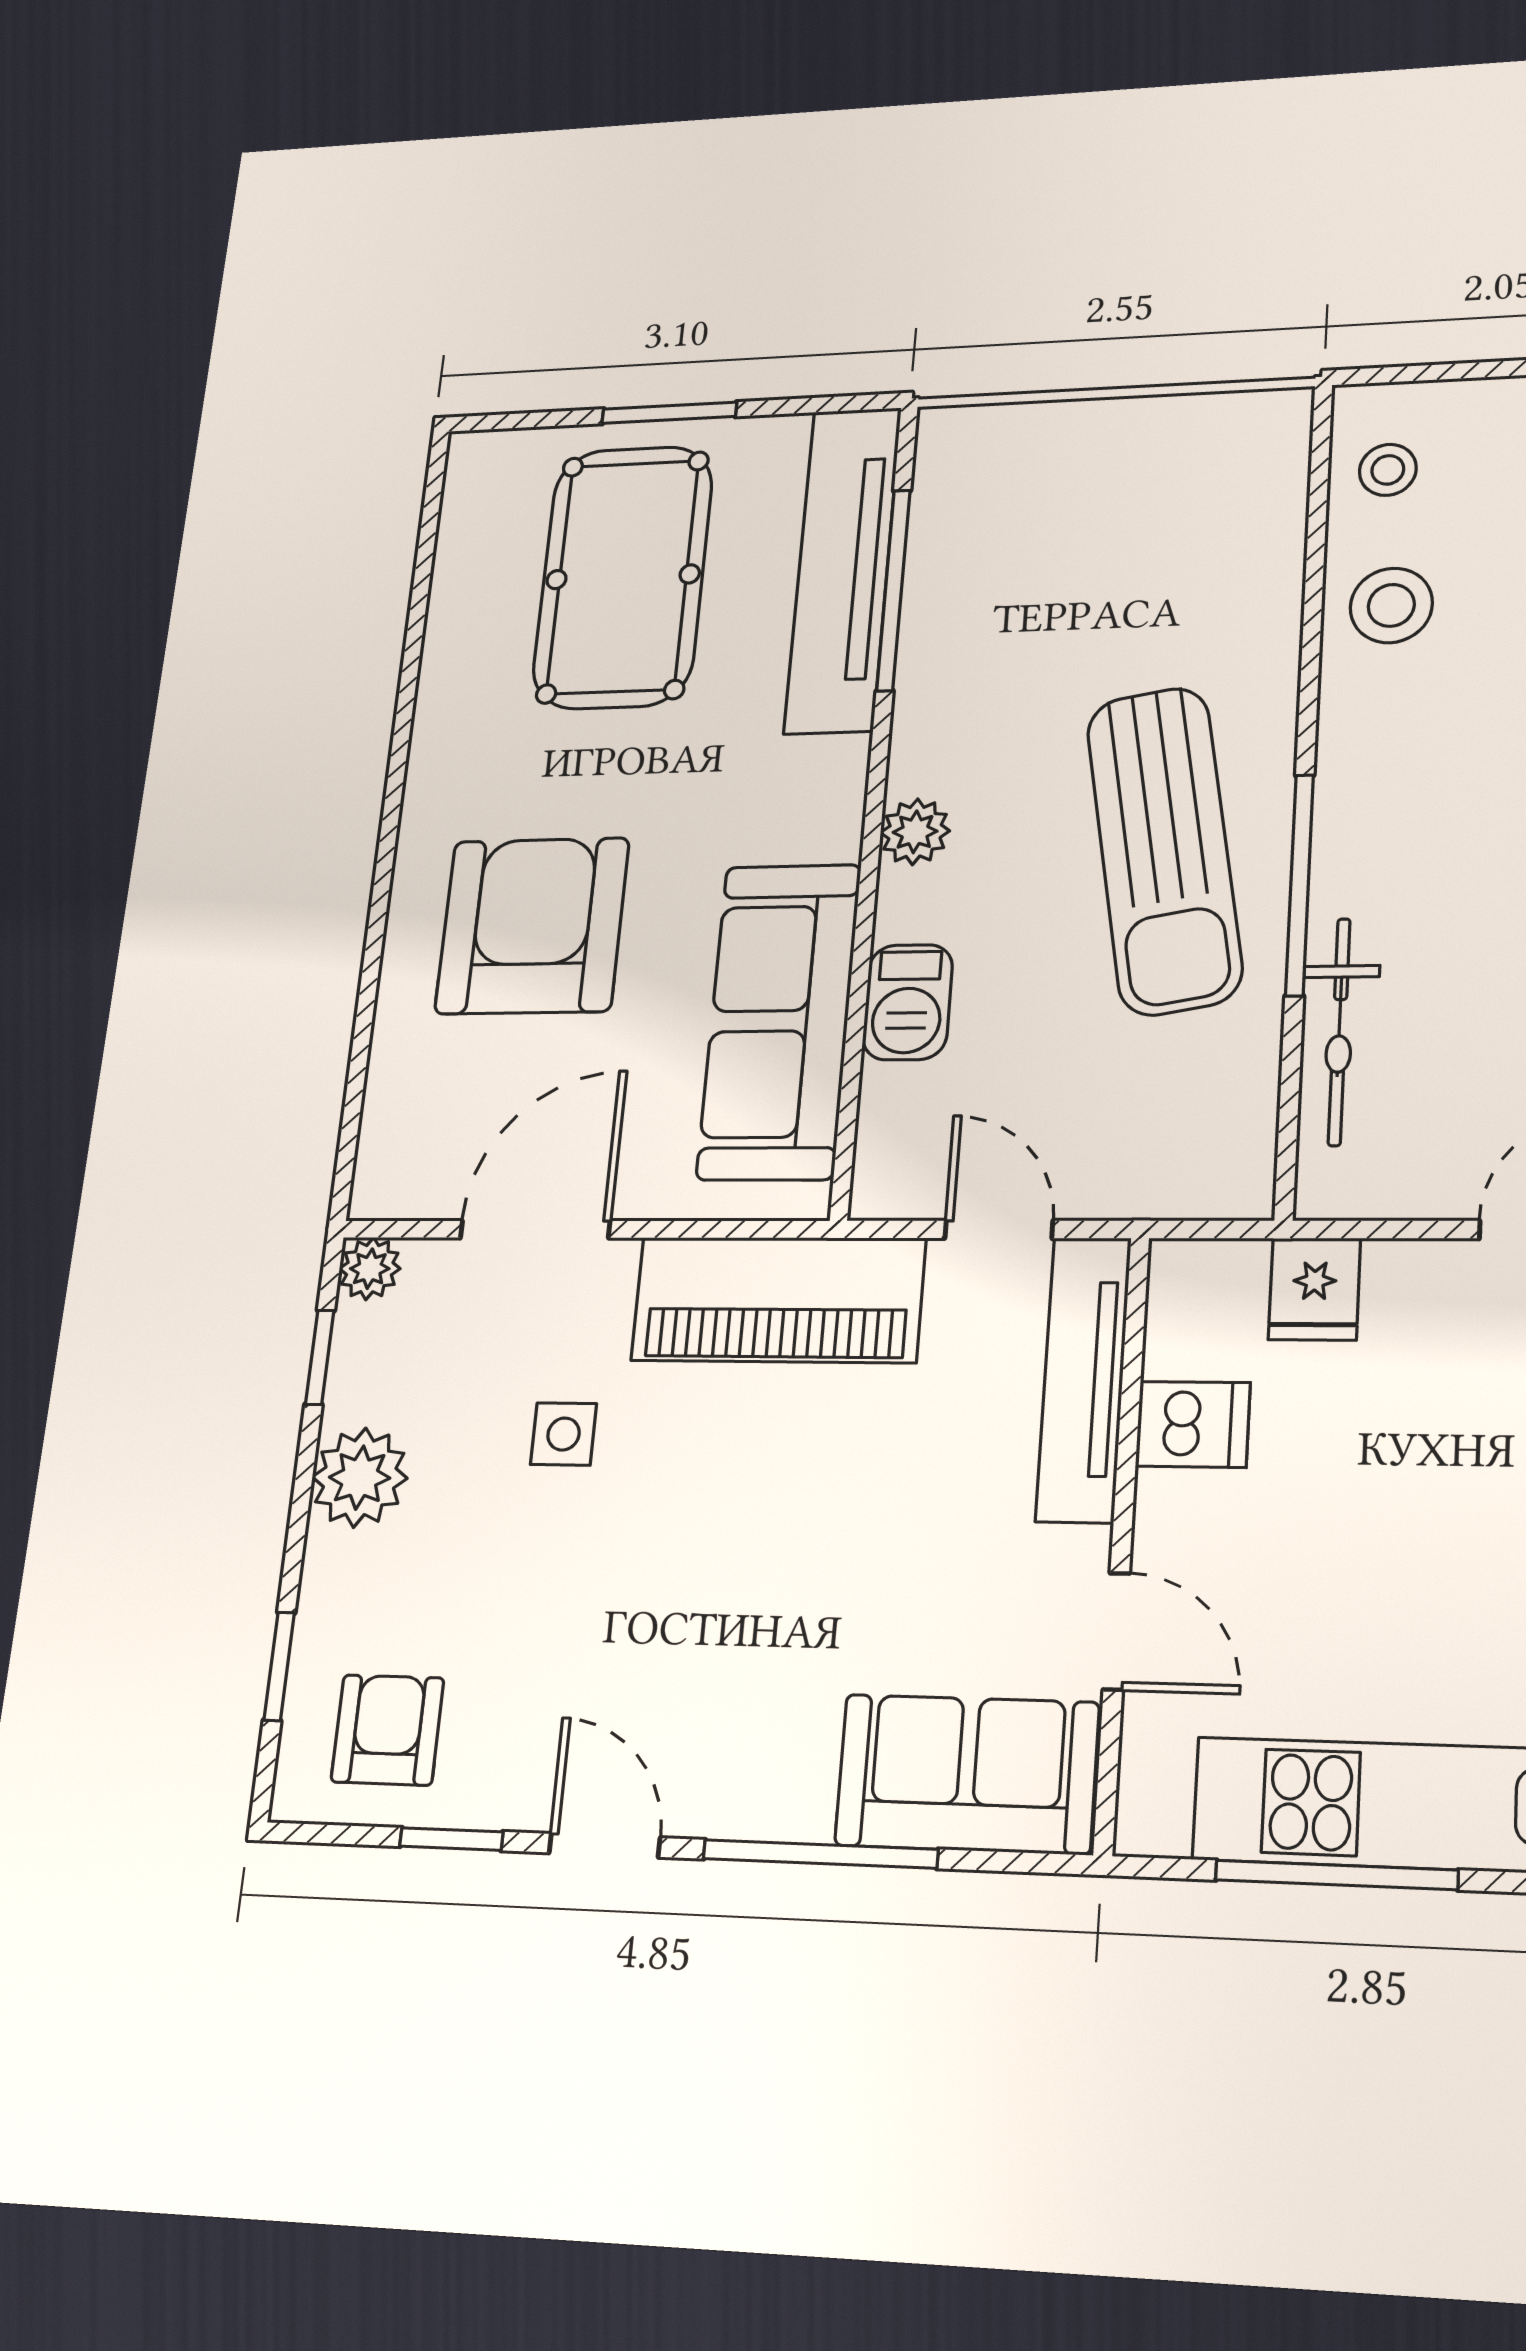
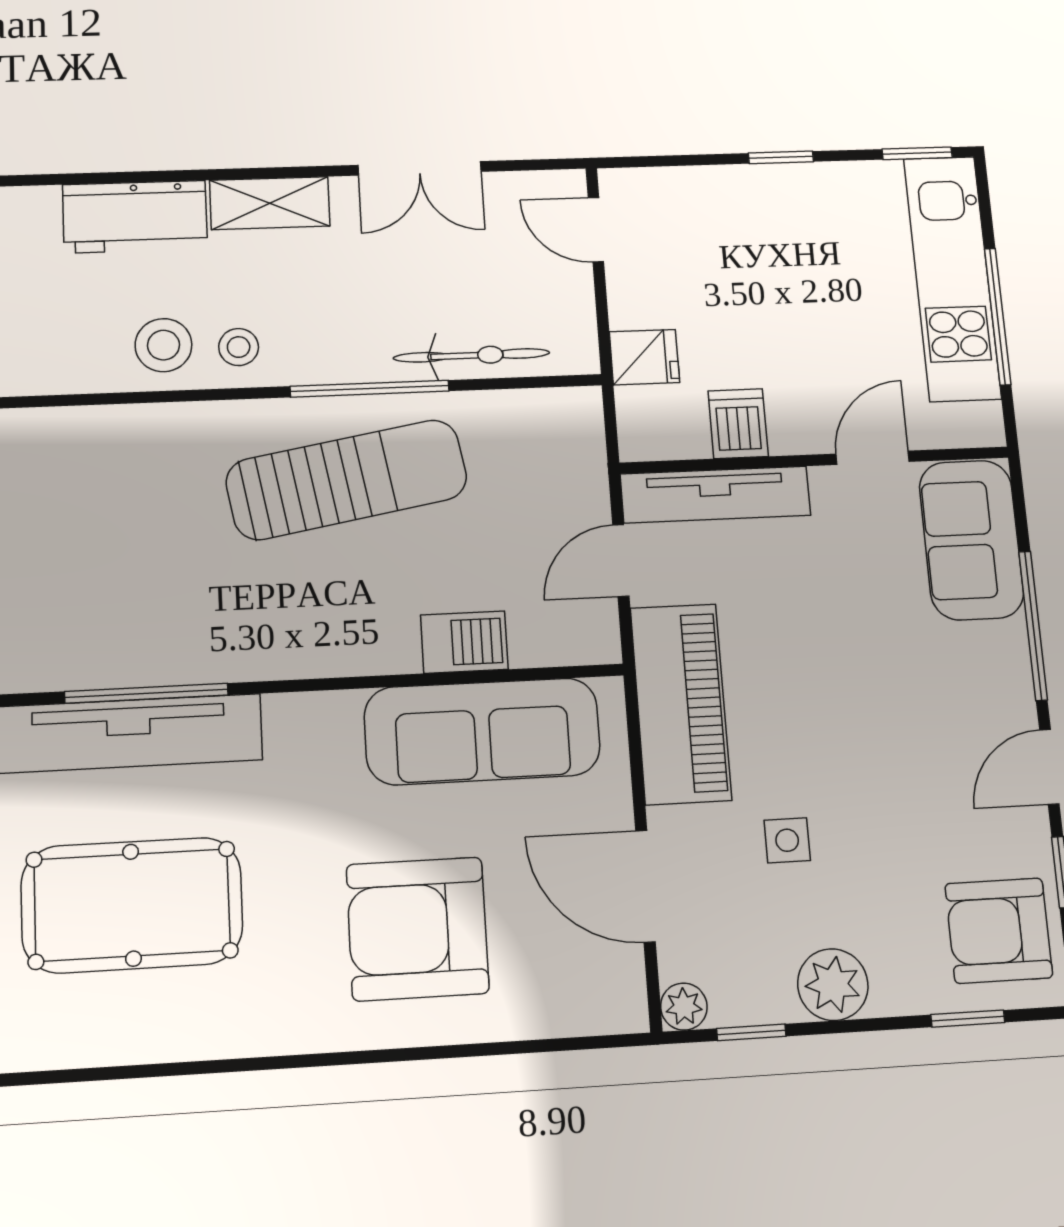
stool: (1388, 470) -> (239, 347), moved
plant: (915, 832) -> (337, 653), removed
armchair: (388, 1730) -> (999, 931), width x1.38, depth x1.38

